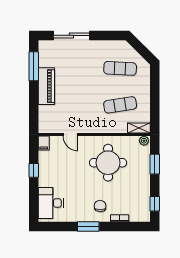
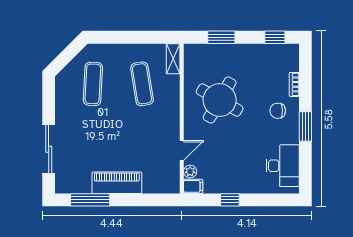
plant: (144, 141) -> (190, 172), moved
round table: (108, 163) -> (220, 100), turned 30
desk: (51, 203) -> (283, 166), moved, turned -90

